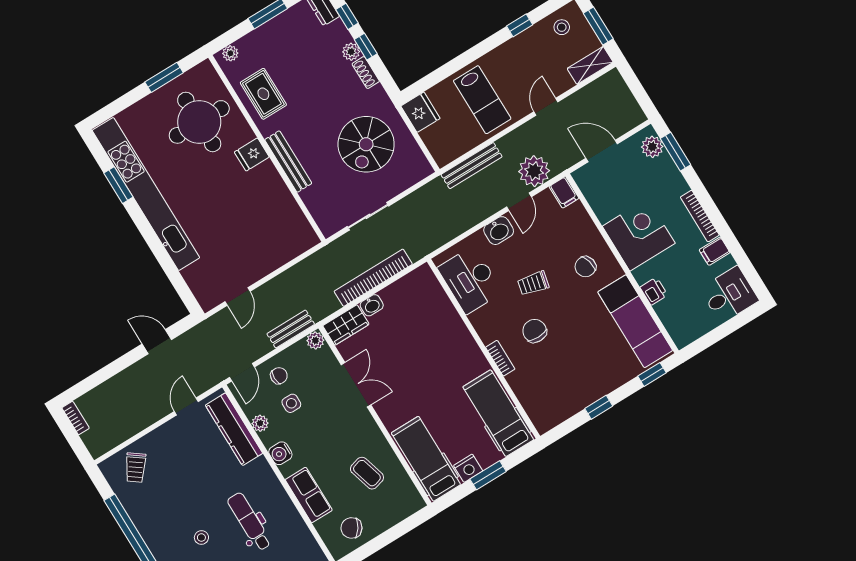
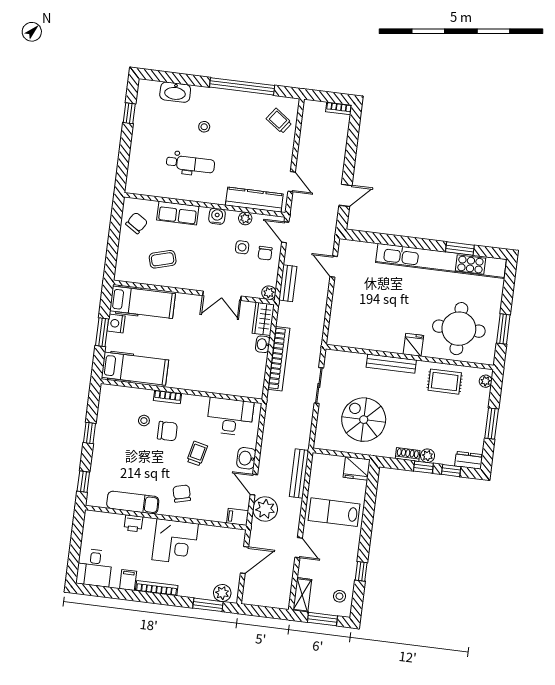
exam couch: (635, 321) -> (133, 502), width x0.73, depth x0.69
stool: (543, 363) -> (144, 421), added

